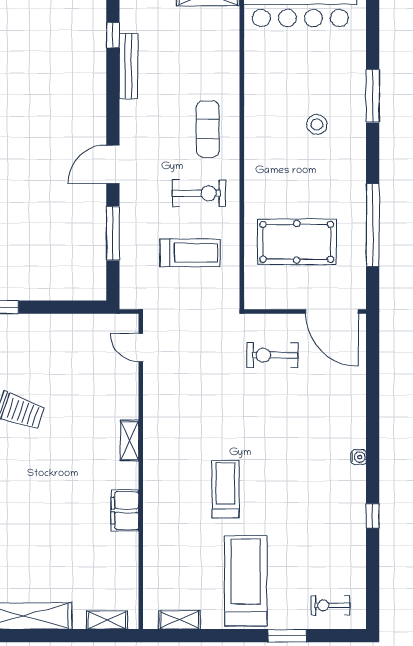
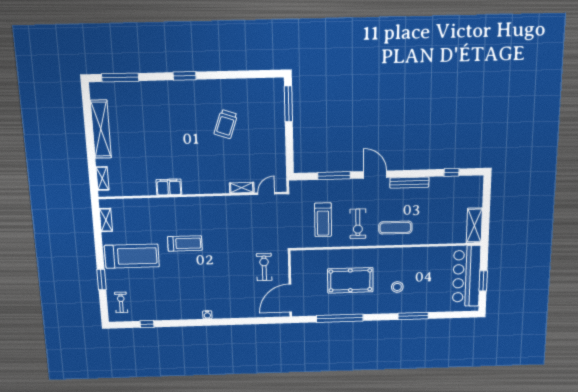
bench: (128, 66) -> (409, 183), moved
pool table: (297, 242) -> (350, 280), moved, turned 90
shelving: (130, 441) -> (242, 188), moved
window: (373, 516) -> (147, 324), moved

